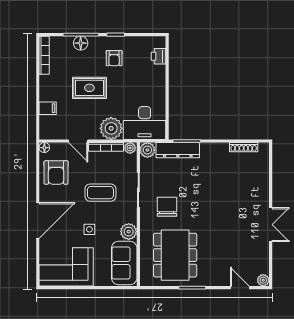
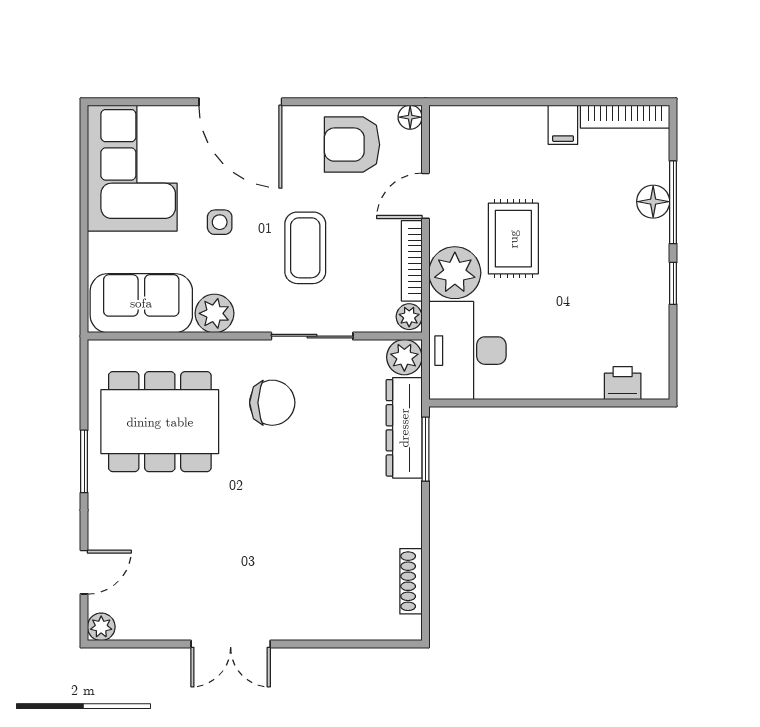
armchair: (114, 58) -> (618, 279), removed
rug: (89, 88) -> (513, 239), moved
filing cabinet: (48, 108) -> (563, 125), moved

